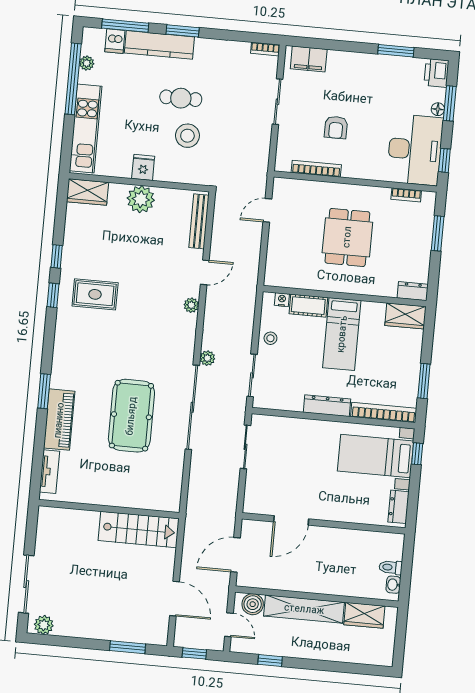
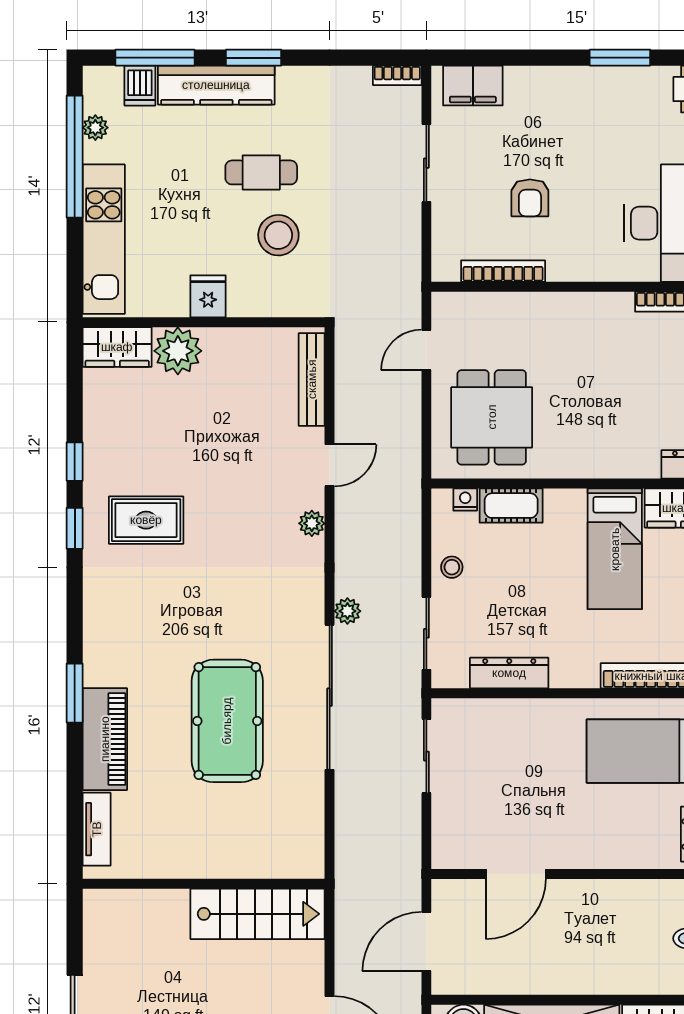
plant: (141, 199) -> (178, 351), moved
dining table: (347, 237) -> (492, 417), moved
bed: (342, 334) -> (615, 549), moved
dresser: (327, 406) -> (509, 673), moved

